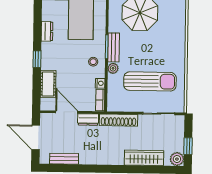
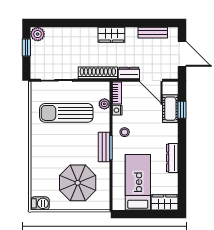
dresser: (47, 31) -> (172, 158), width x1.44
window: (37, 59) -> (182, 110), moved
plant: (113, 68) -> (104, 104), moved
wardrobe: (144, 158) -> (111, 35), moved, width x0.67

